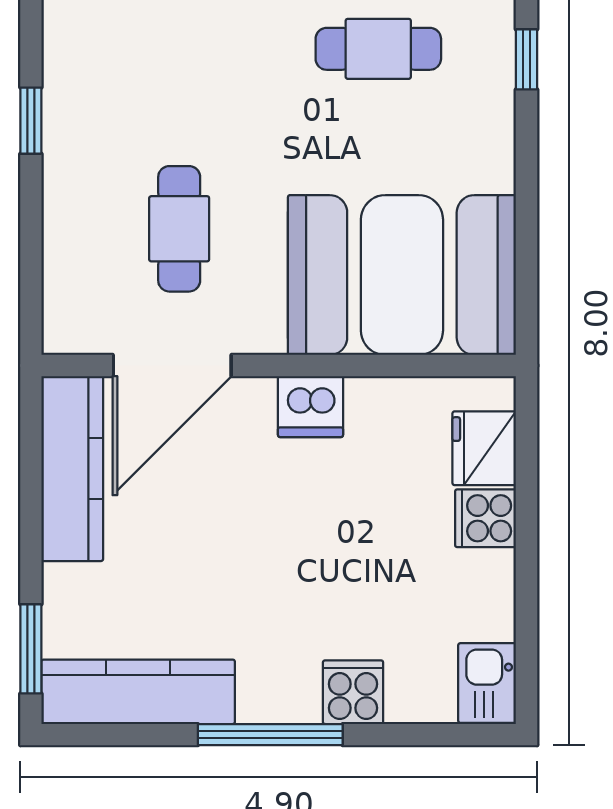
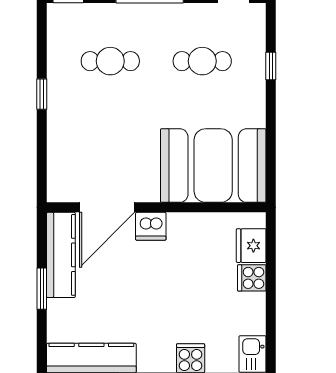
cafe table: (179, 229) -> (110, 61), moved, turned 90
dishwasher: (310, 407) -> (151, 226), moved
window: (31, 649) -> (42, 289), moved

